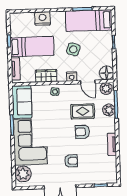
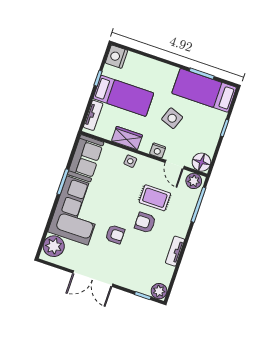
nightstand: (43, 19) -> (116, 57), moved, turned -90
plant: (109, 110) -> (159, 291), moved
armchair: (71, 161) -> (115, 234), moved

